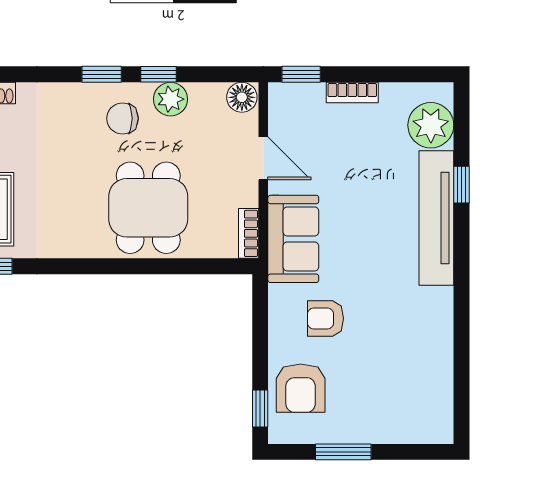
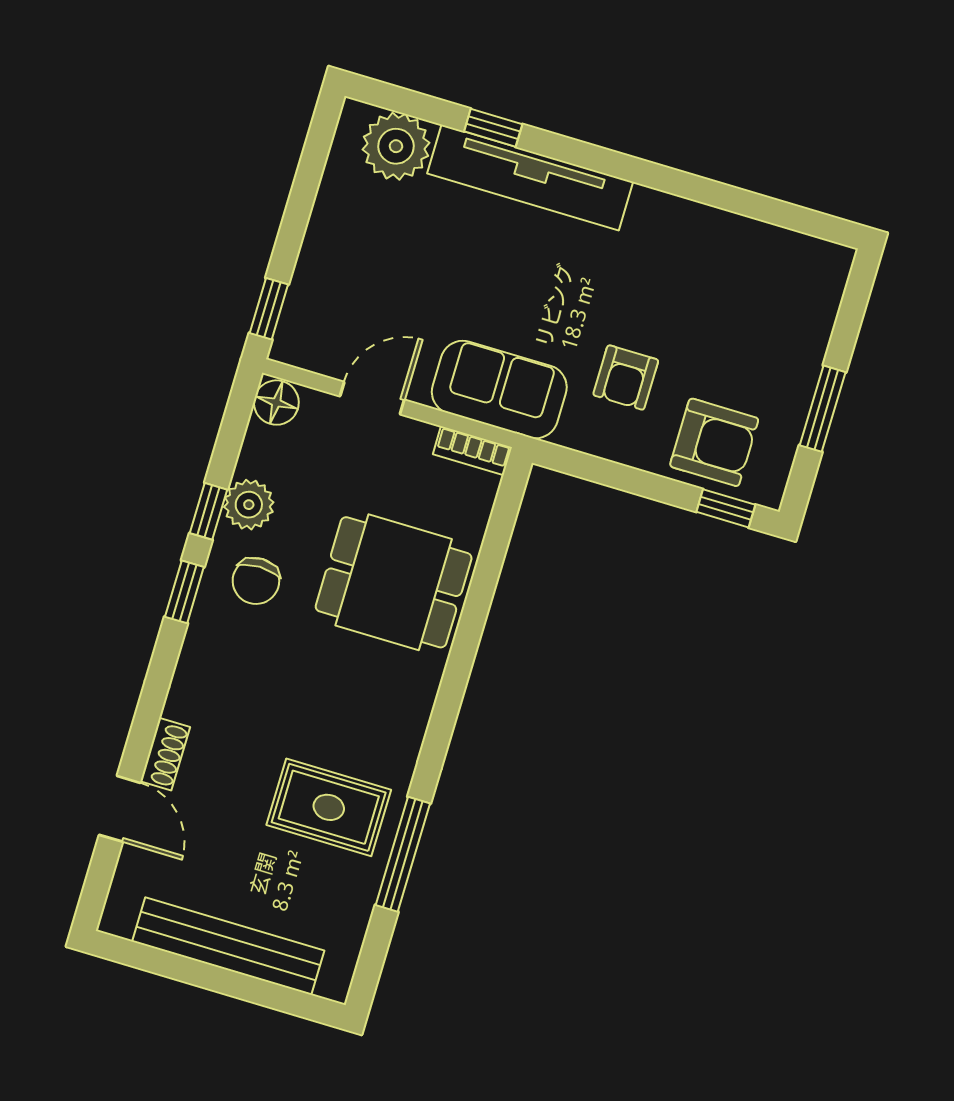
bookcase: (352, 93) -> (316, 244), removed

